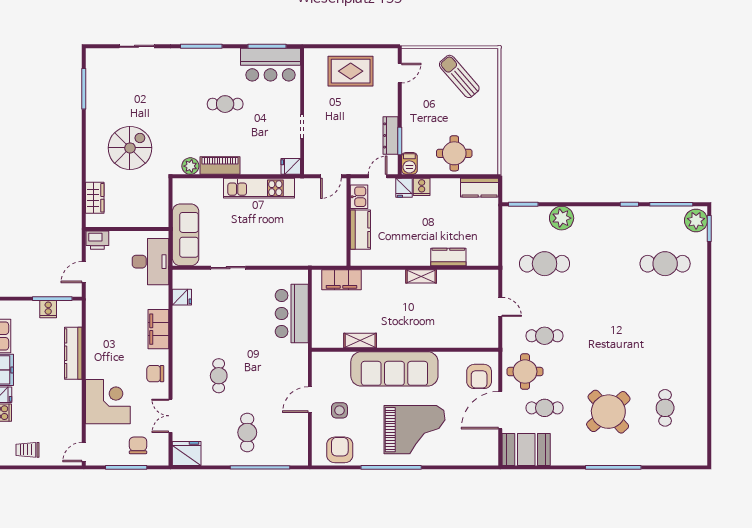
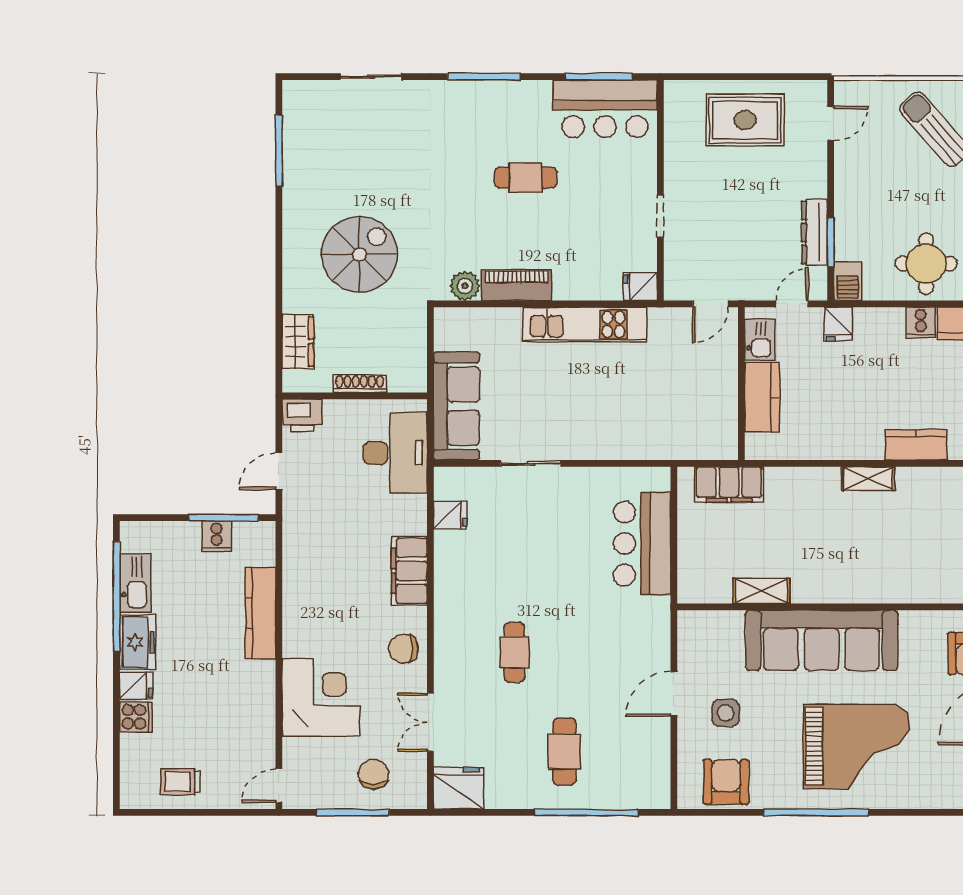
cooker: (422, 187) -> (921, 322), moved
shoe rack: (130, 222) -> (360, 384), added

